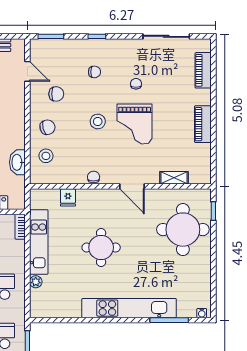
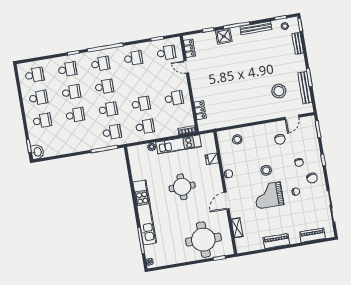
chair: (47, 127) -> (312, 178), moved
washbasin: (17, 162) -> (230, 121), removed

